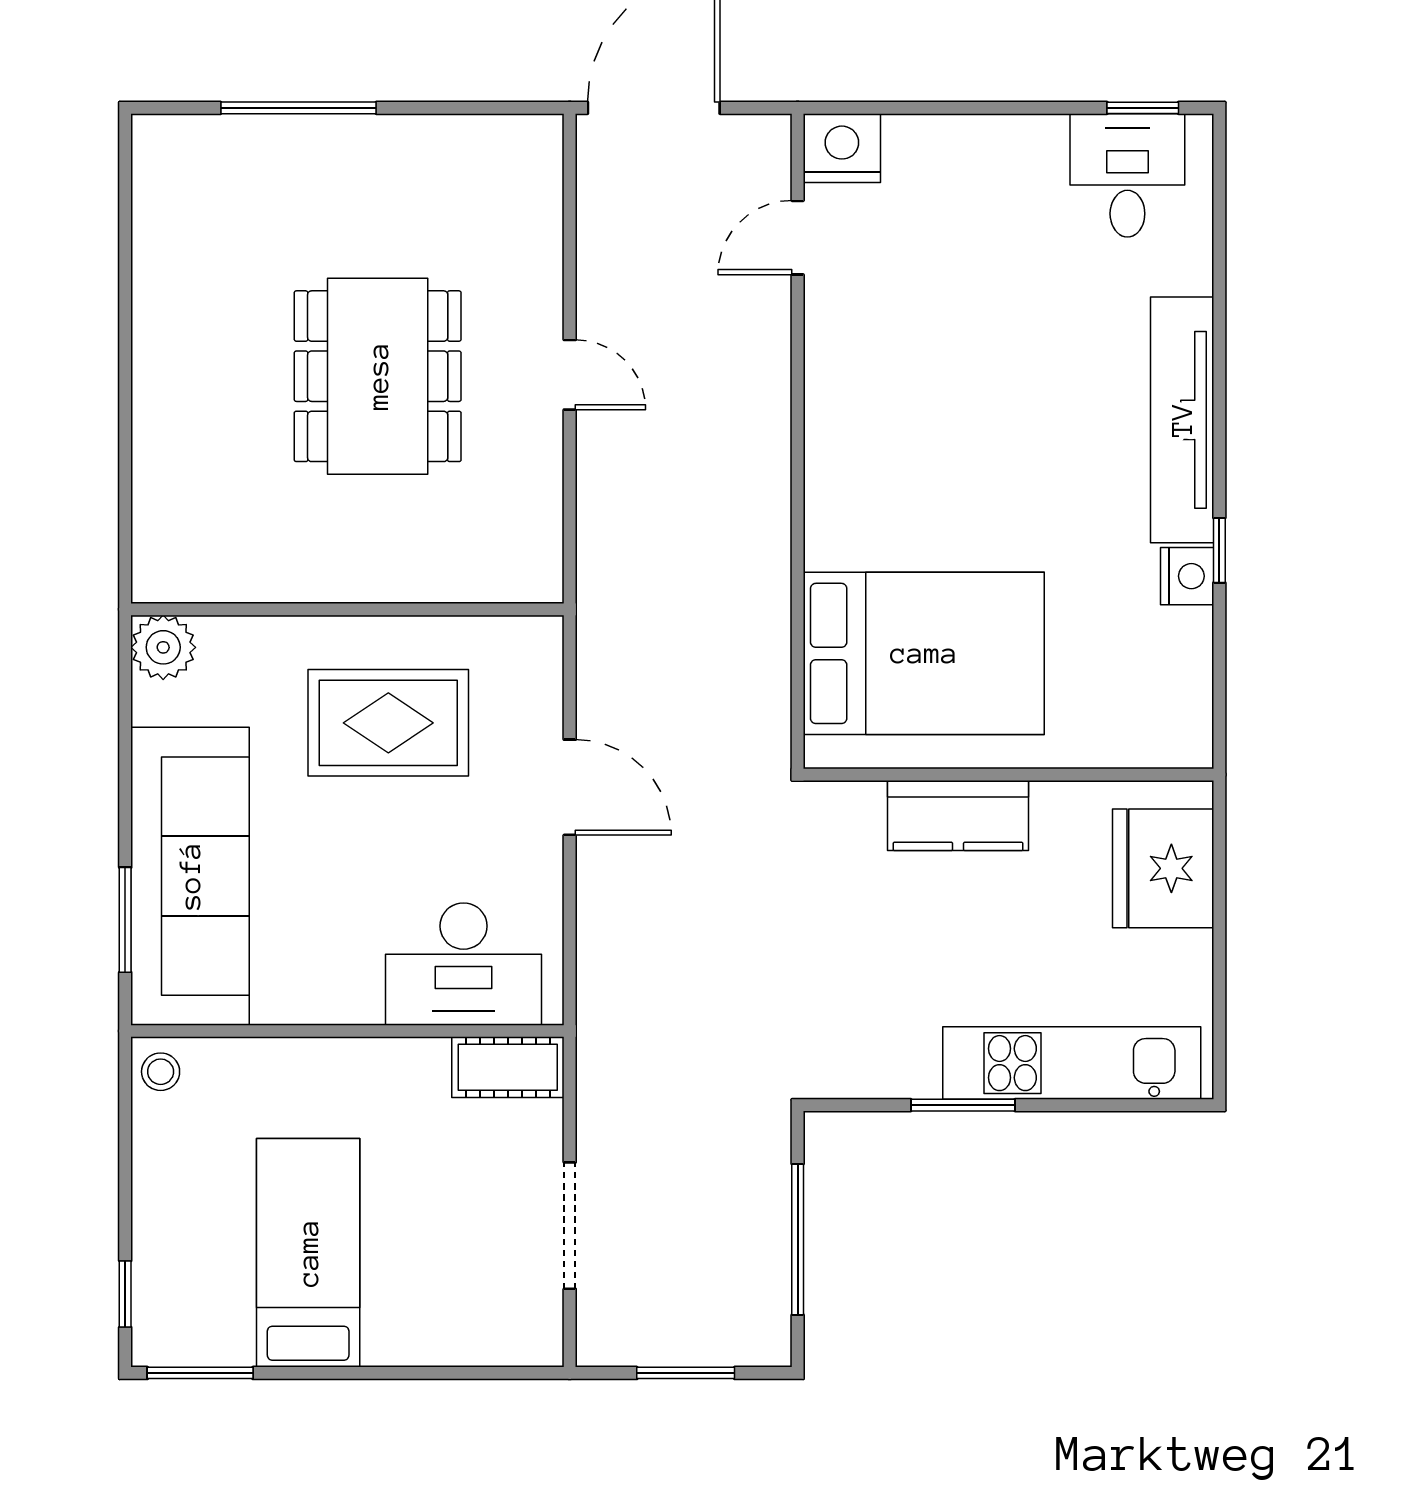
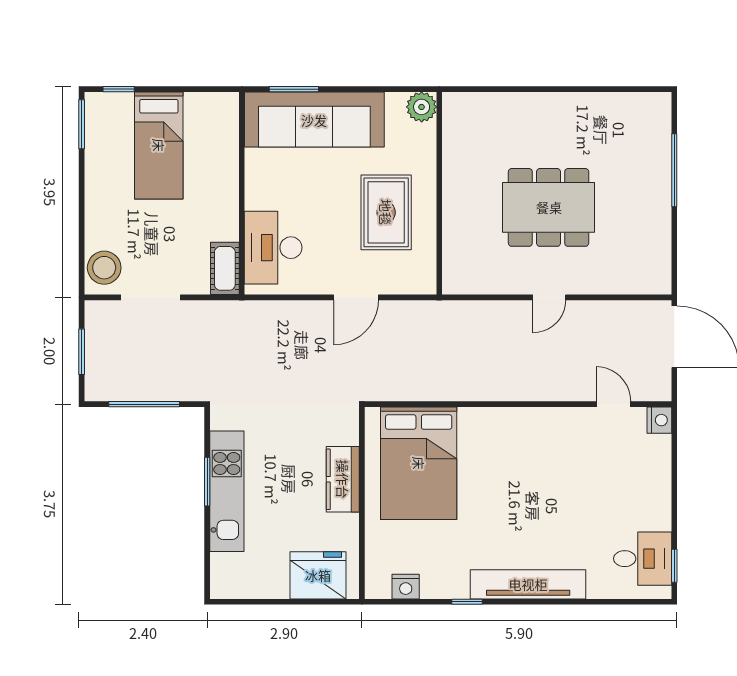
nightstand: (842, 148) -> (659, 420), width x0.74, depth x0.75
nightstand: (1187, 576) -> (406, 587), moved
kitchen unit: (1072, 1063) -> (227, 491), moved
stool: (161, 1072) -> (104, 268), moved, width x1.89, depth x1.89
bed: (308, 1253) -> (159, 145), moved, turned 90

